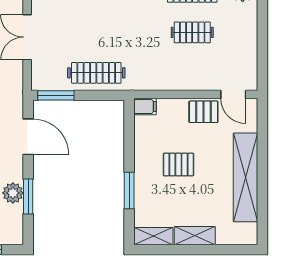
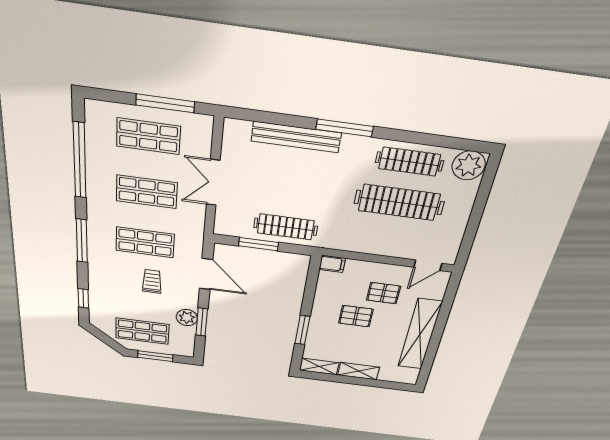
clothes rail: (192, 32) -> (399, 202), width x1.86, depth x1.31
door: (233, 94) -> (428, 265), hinge flipped
window: (56, 95) -> (258, 244), moved
pallet: (203, 112) -> (384, 293), moved

